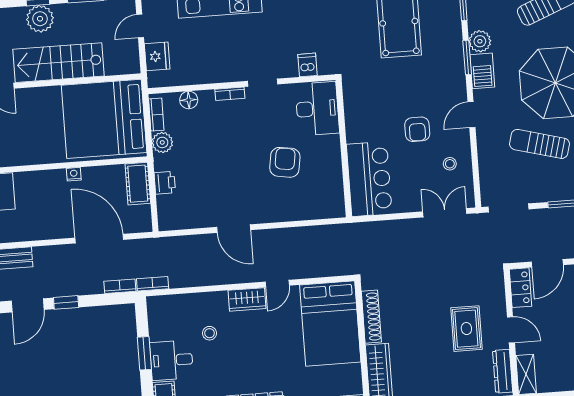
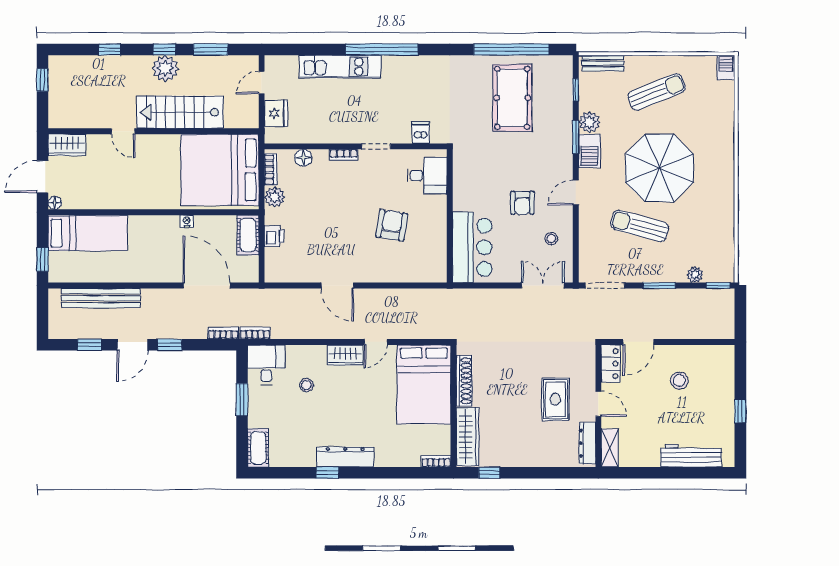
desk: (317, 109) -> (427, 175), width x0.73
desk: (171, 360) -> (266, 365), moved, turned 90

